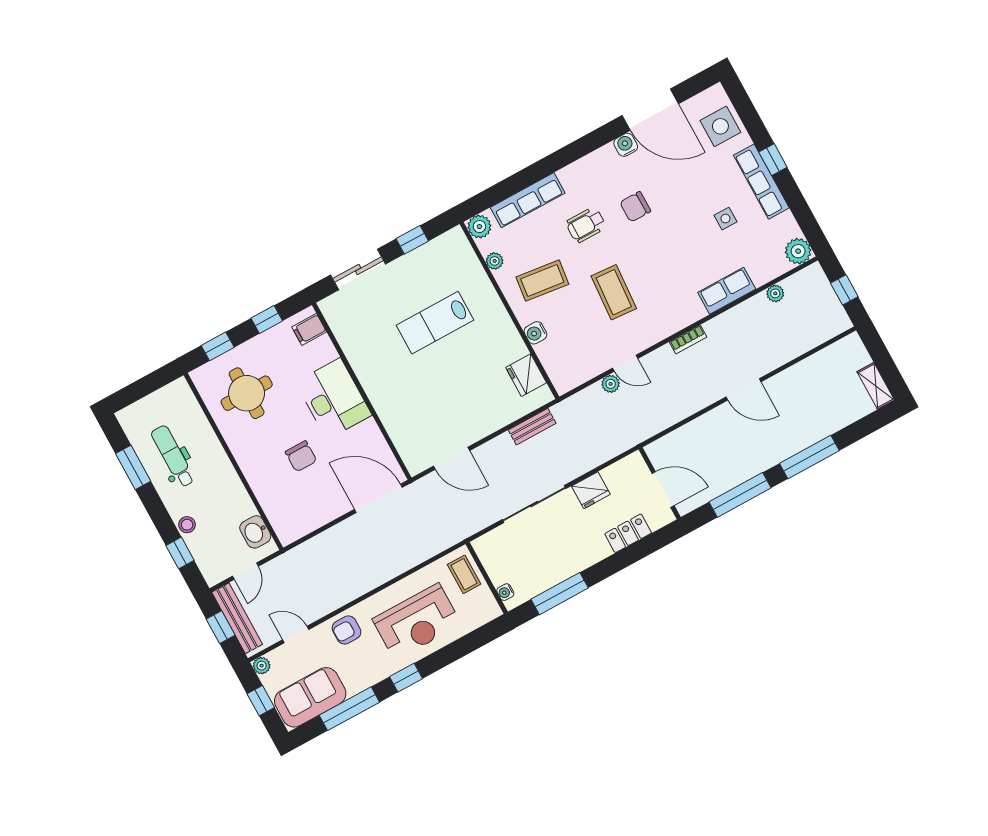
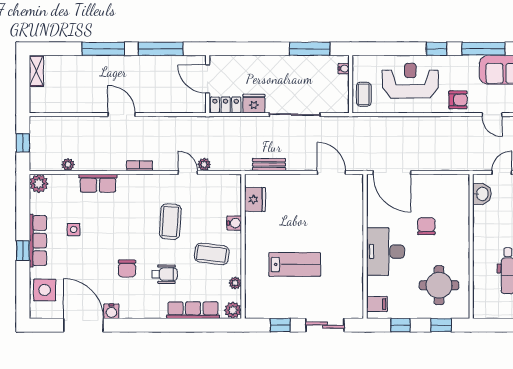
chair: (635, 207) -> (127, 268), turned 90
locker: (628, 533) -> (226, 105), moved, turned 180

